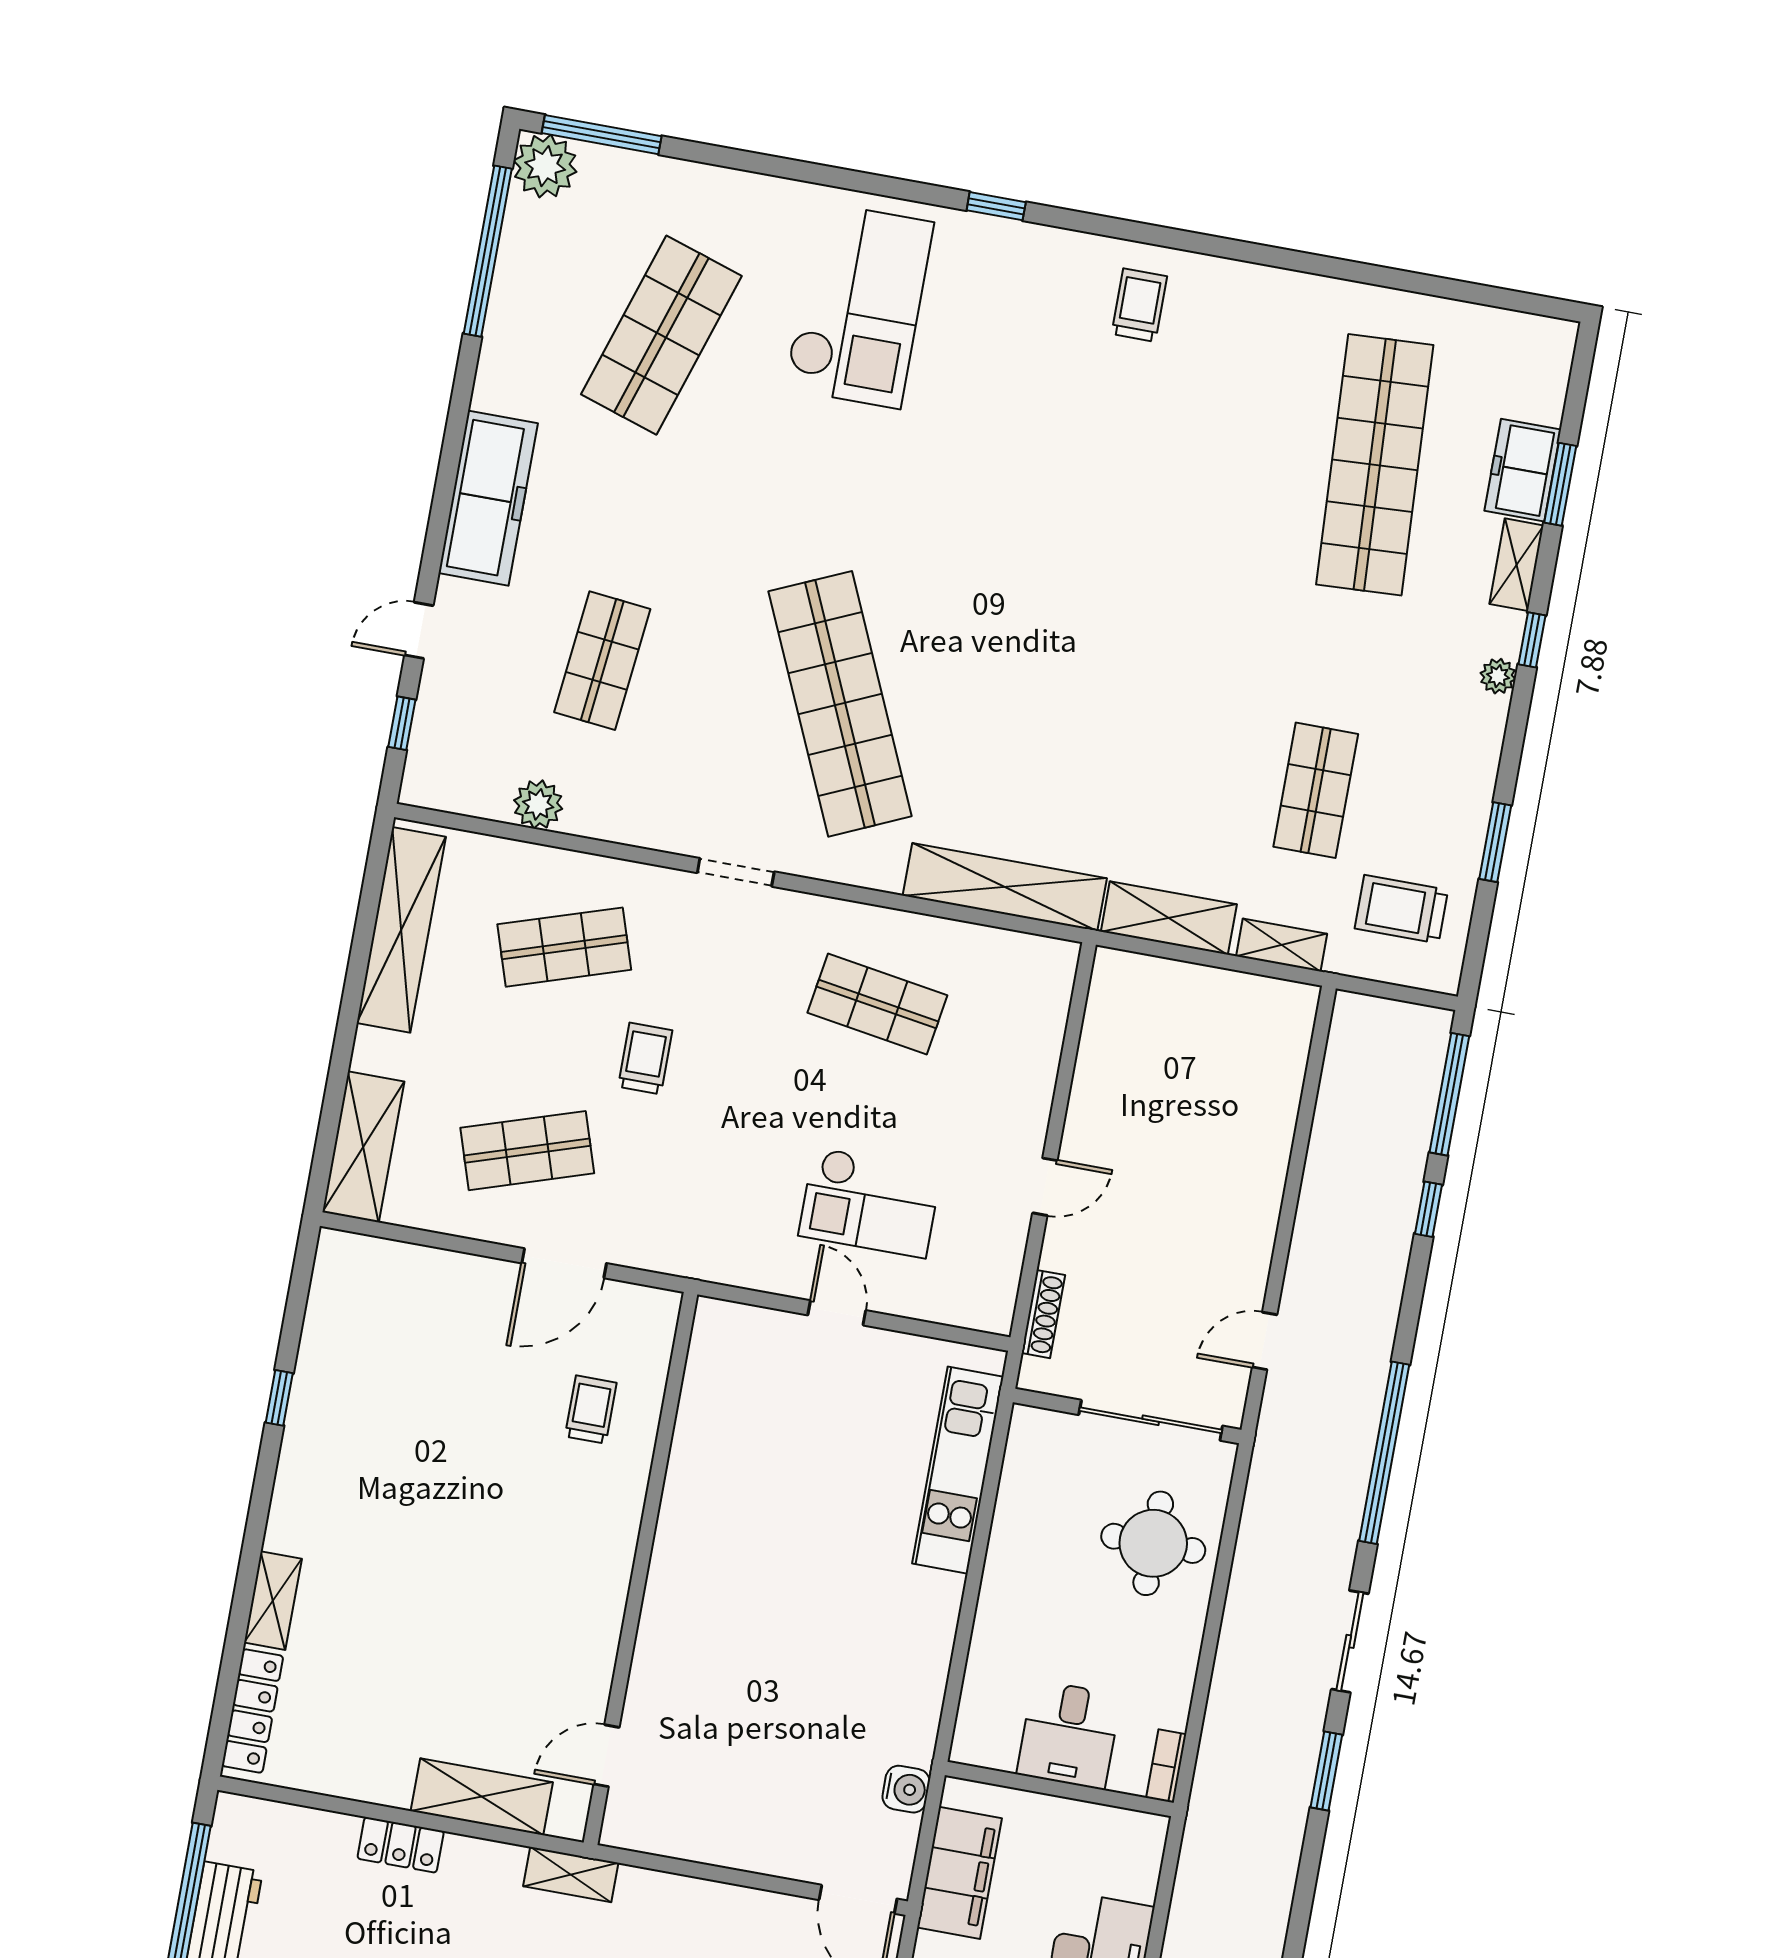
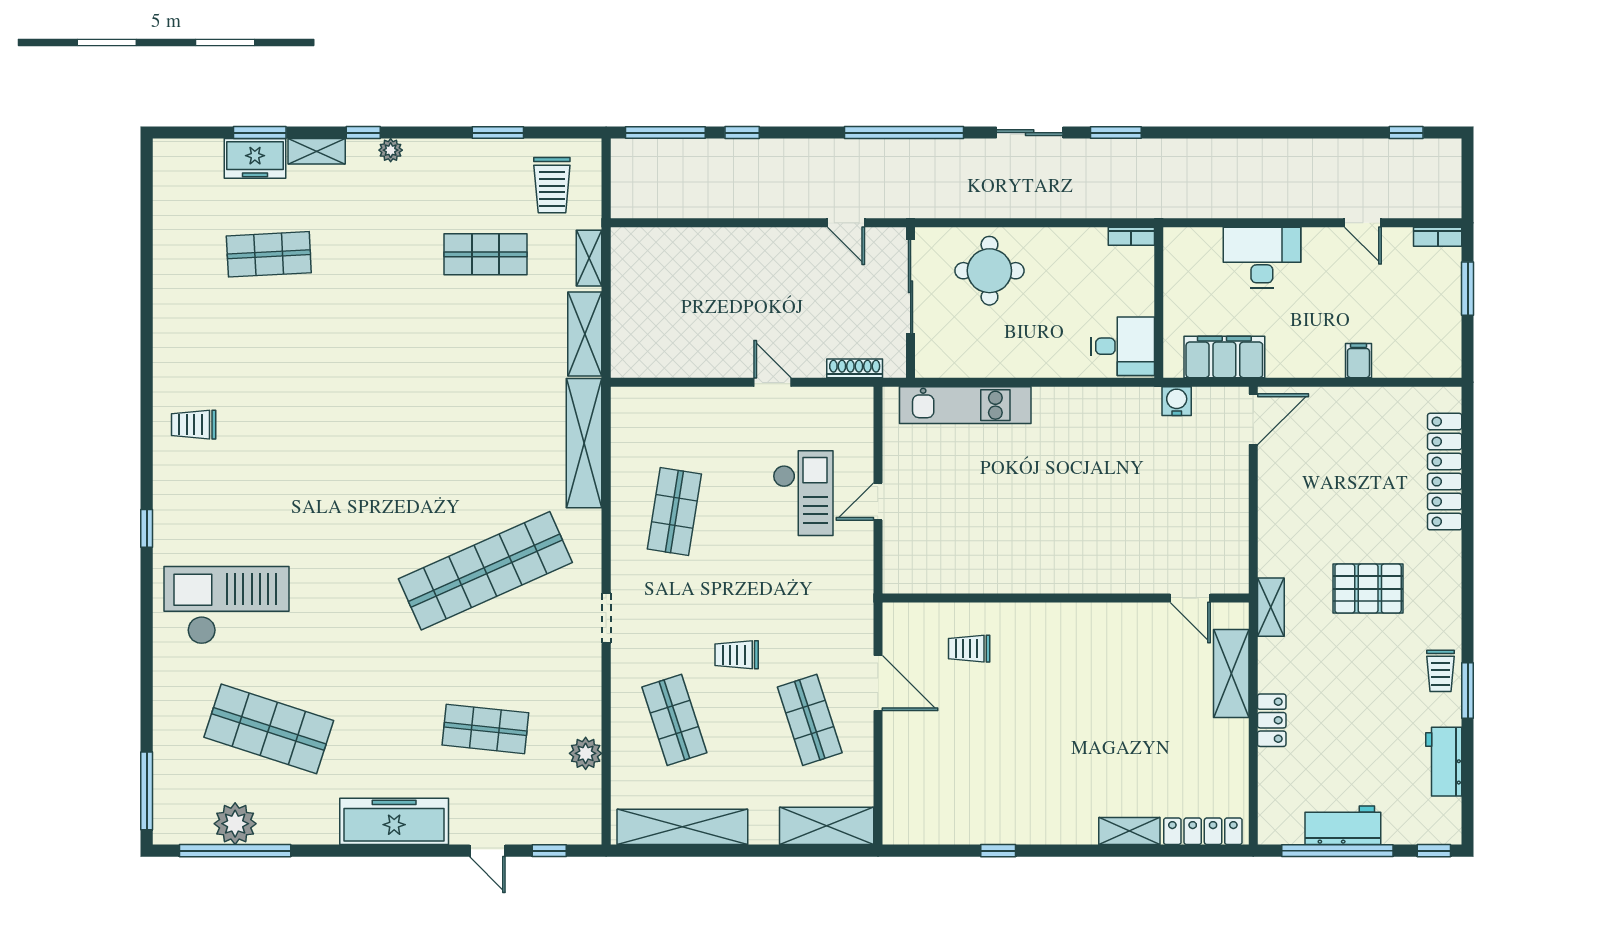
plant: (545, 166) -> (235, 824), moved
shop shelf: (1375, 465) -> (269, 254), width x0.50, depth x0.74
desk: (1069, 1735) -> (1123, 346), moved

